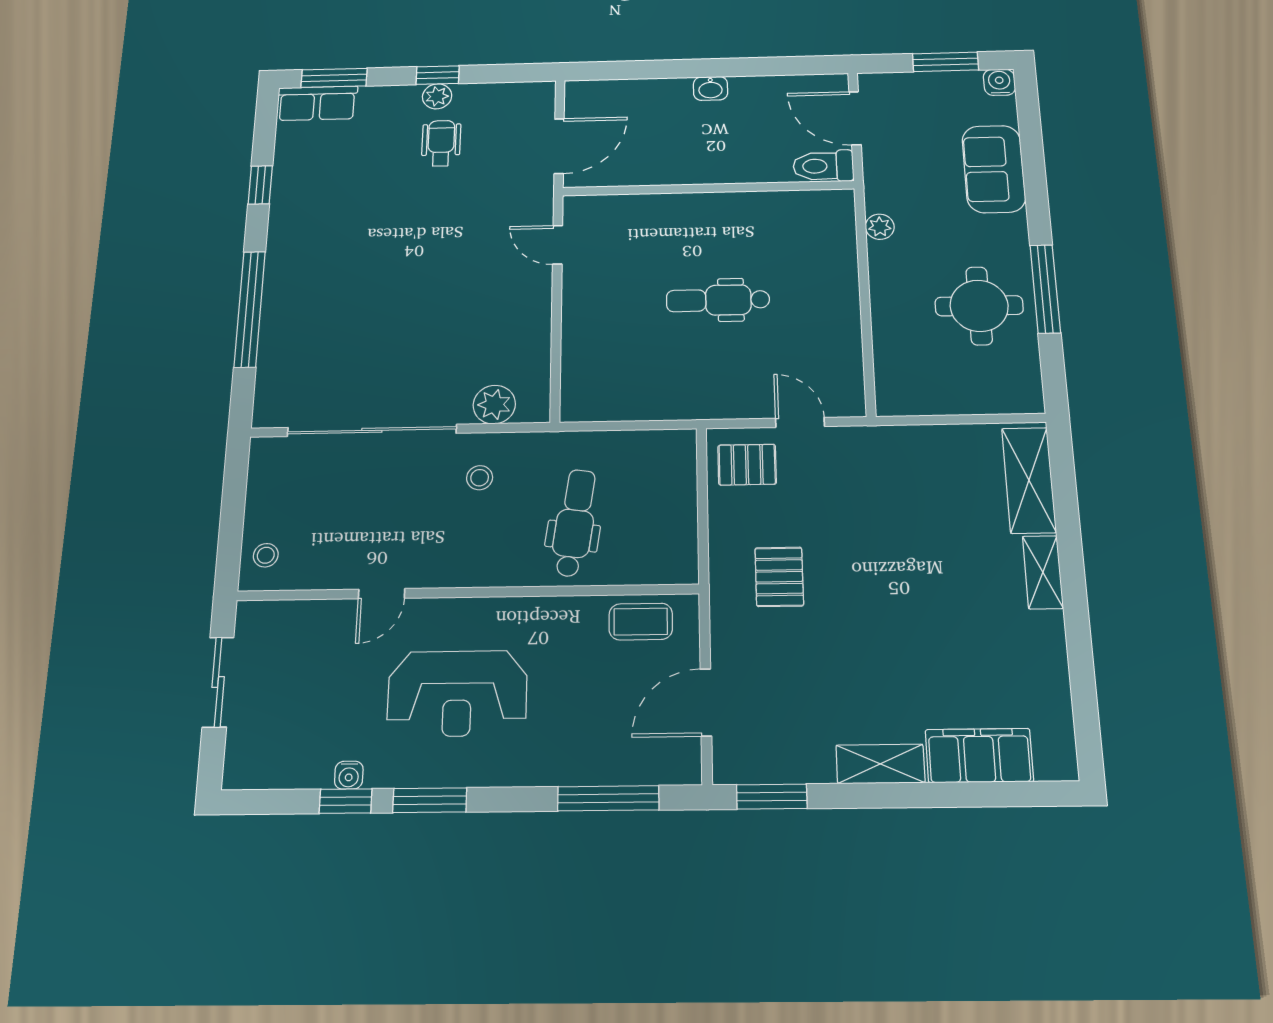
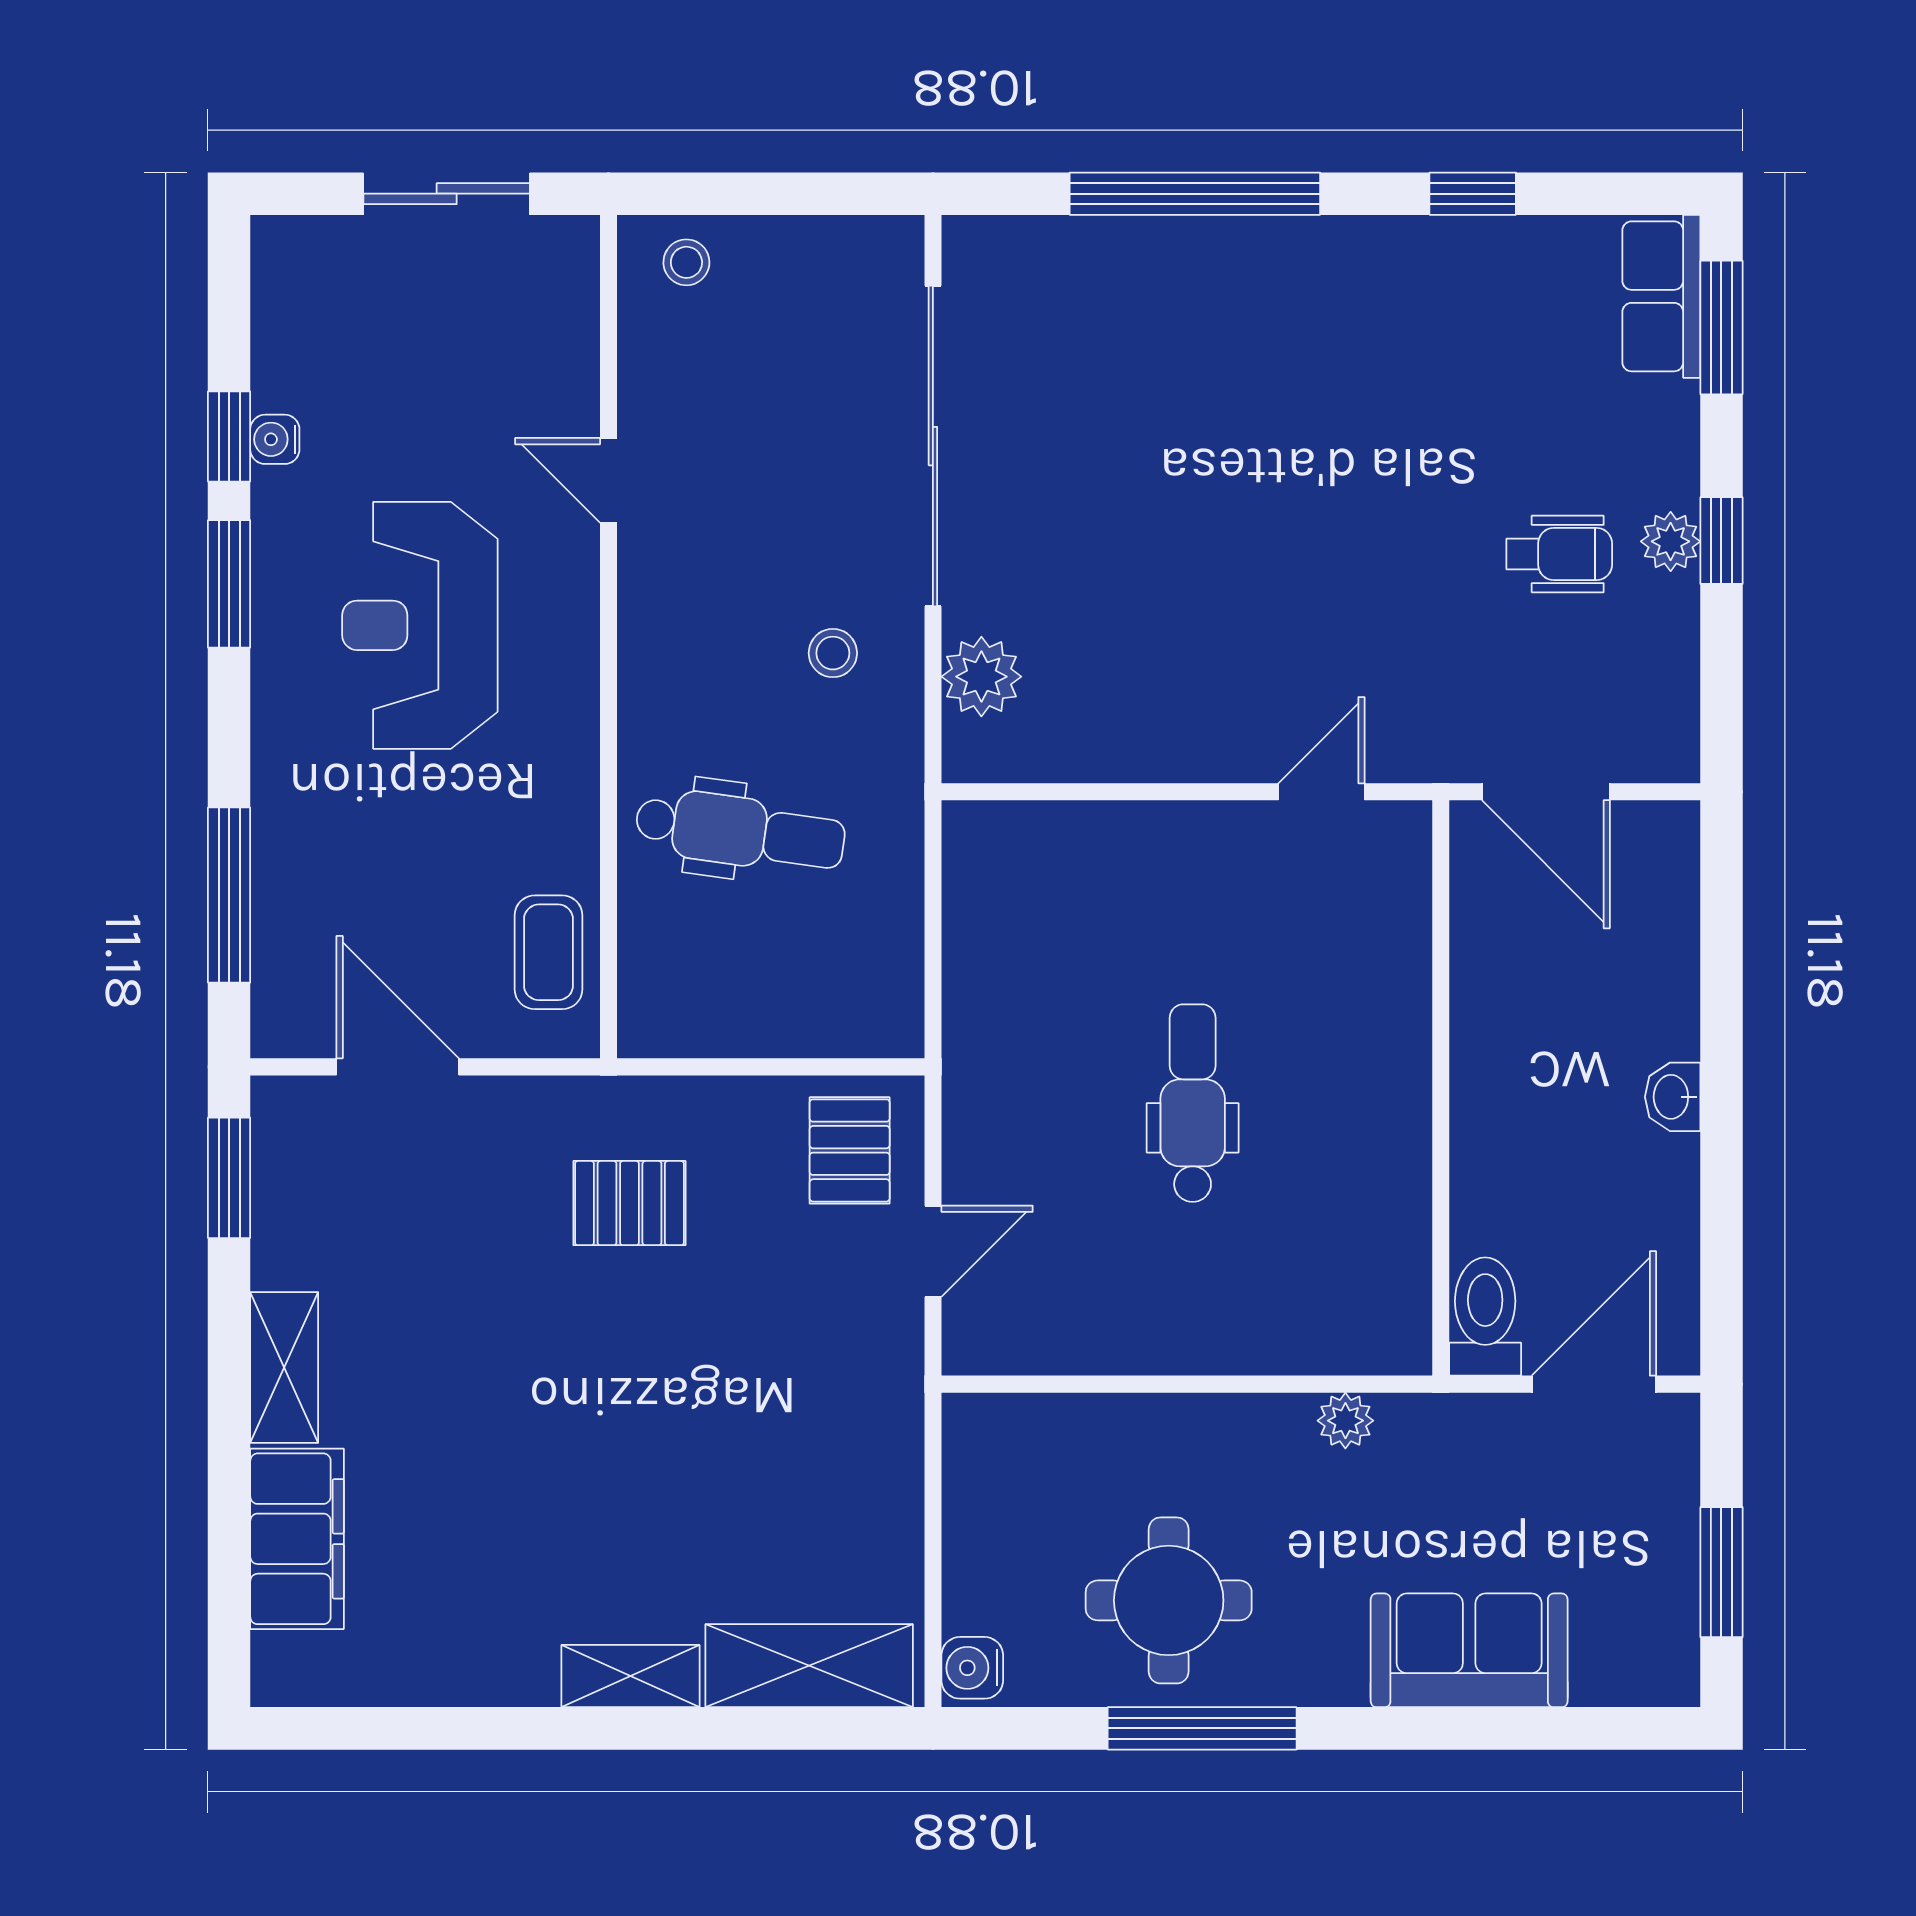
water cooler: (999, 82) -> (972, 1668), moved, turned 180

